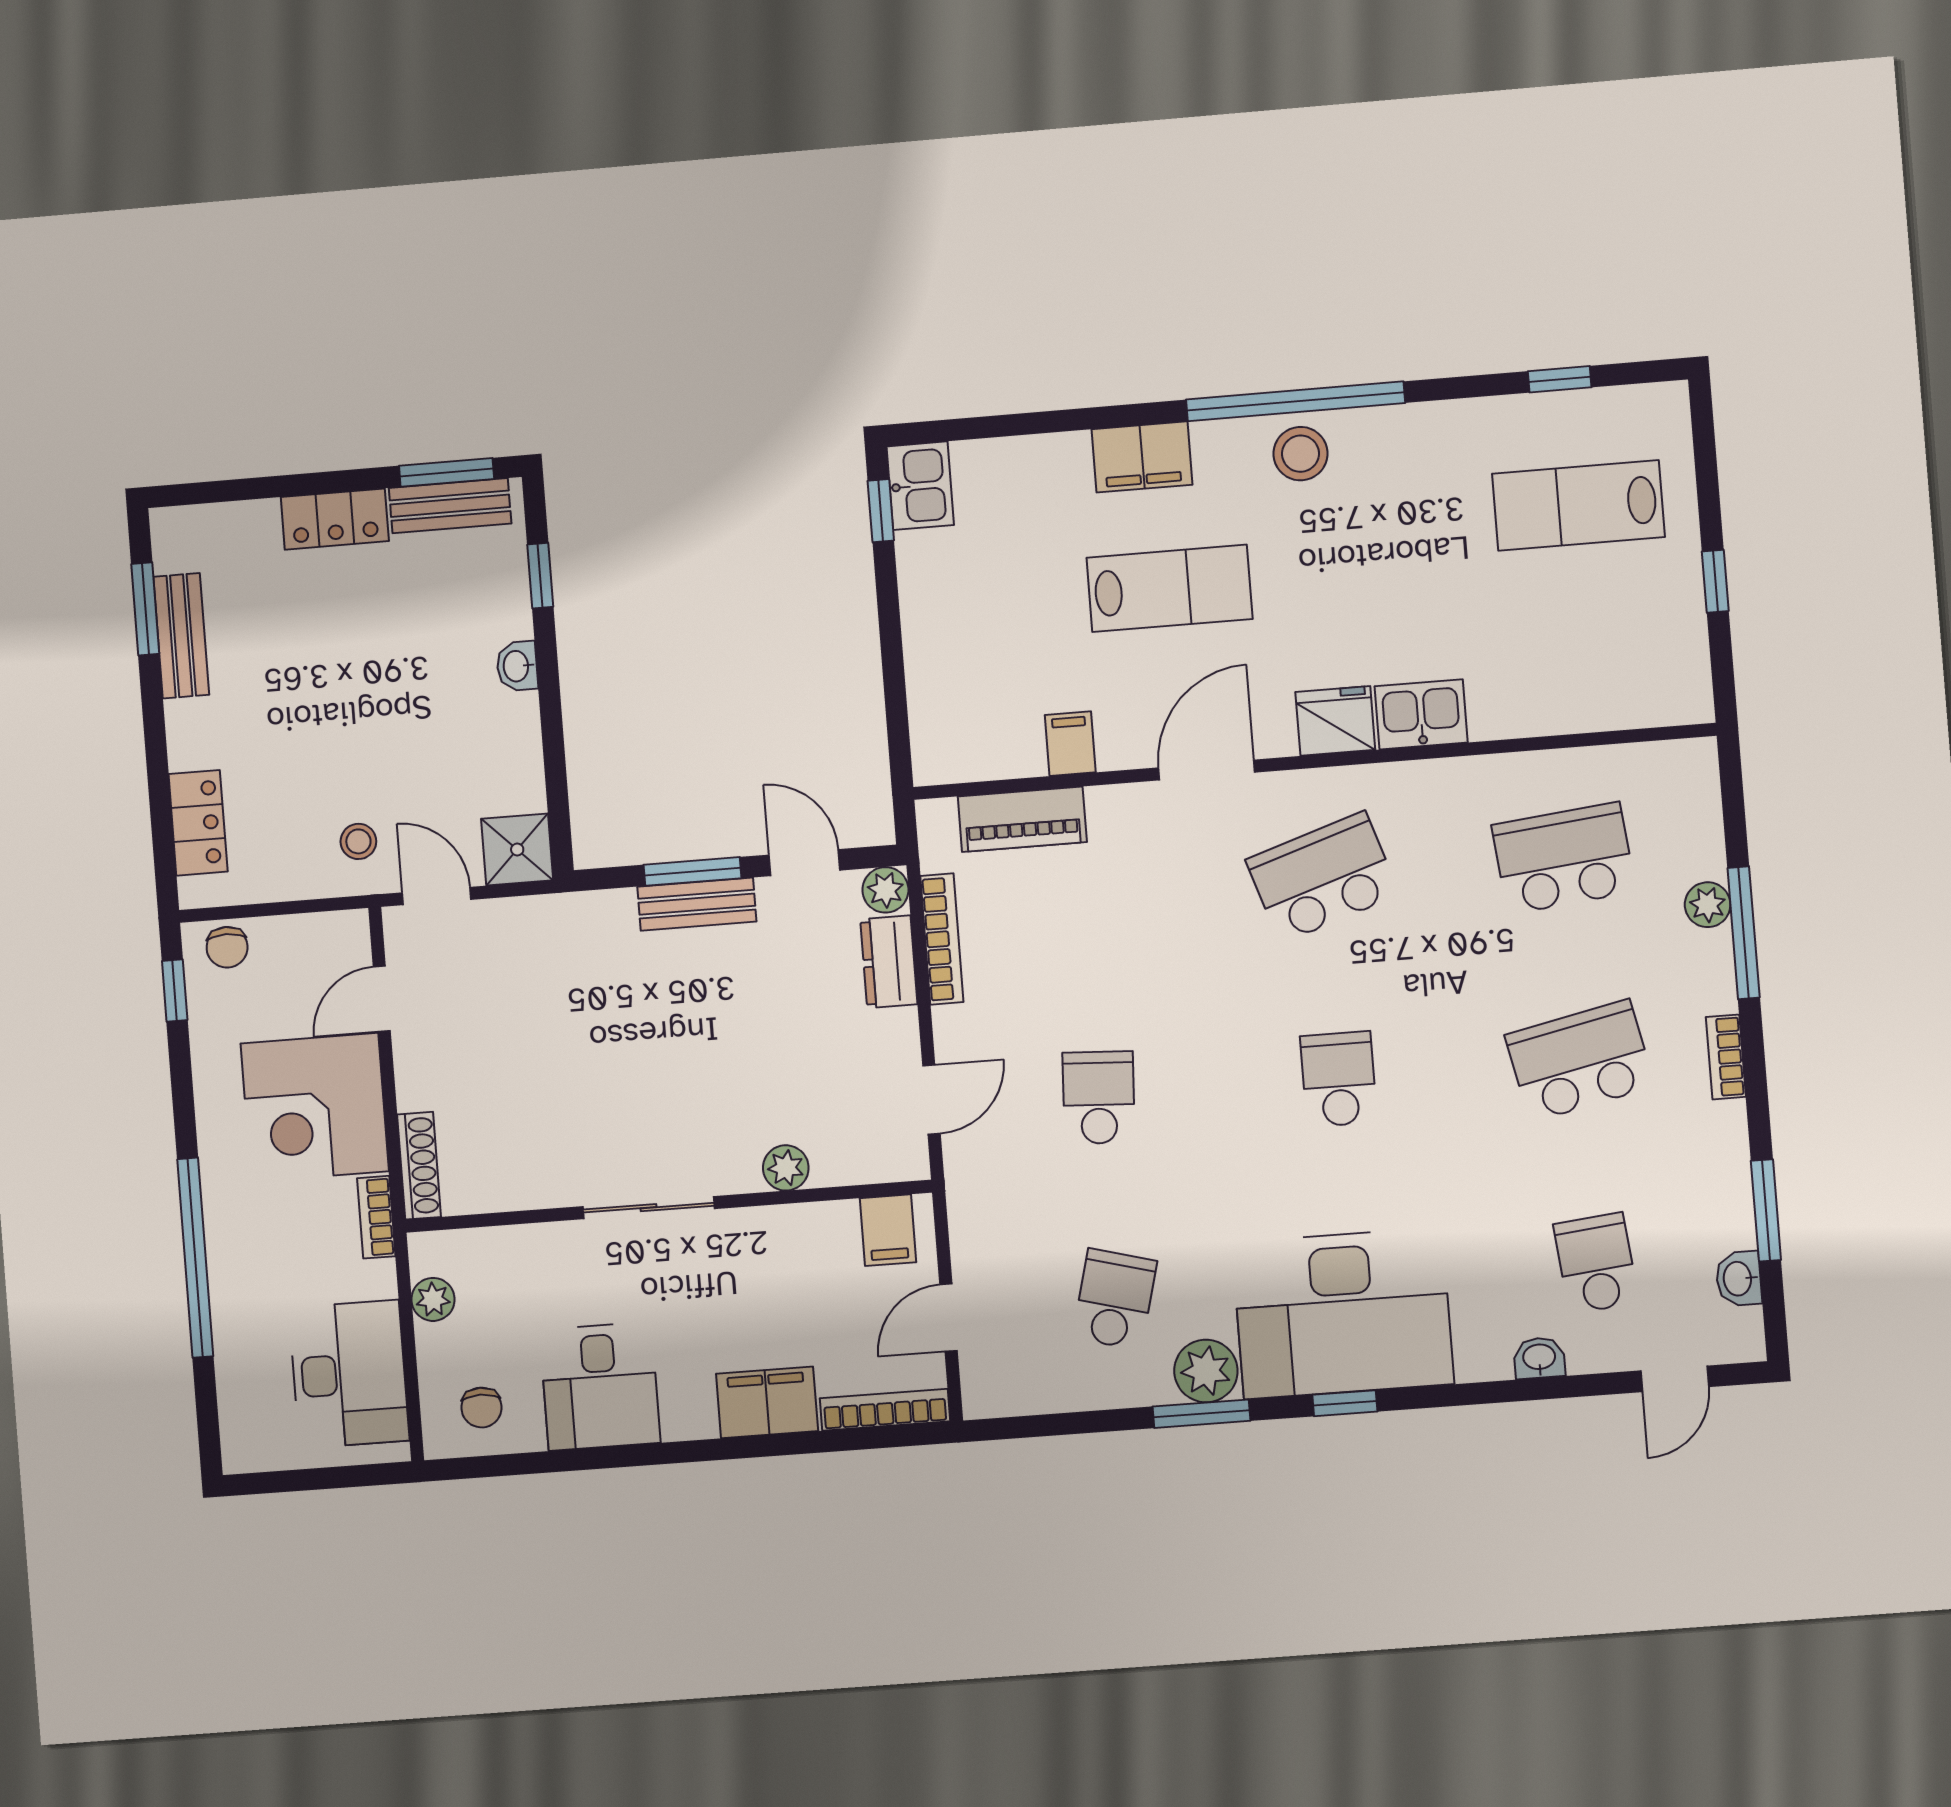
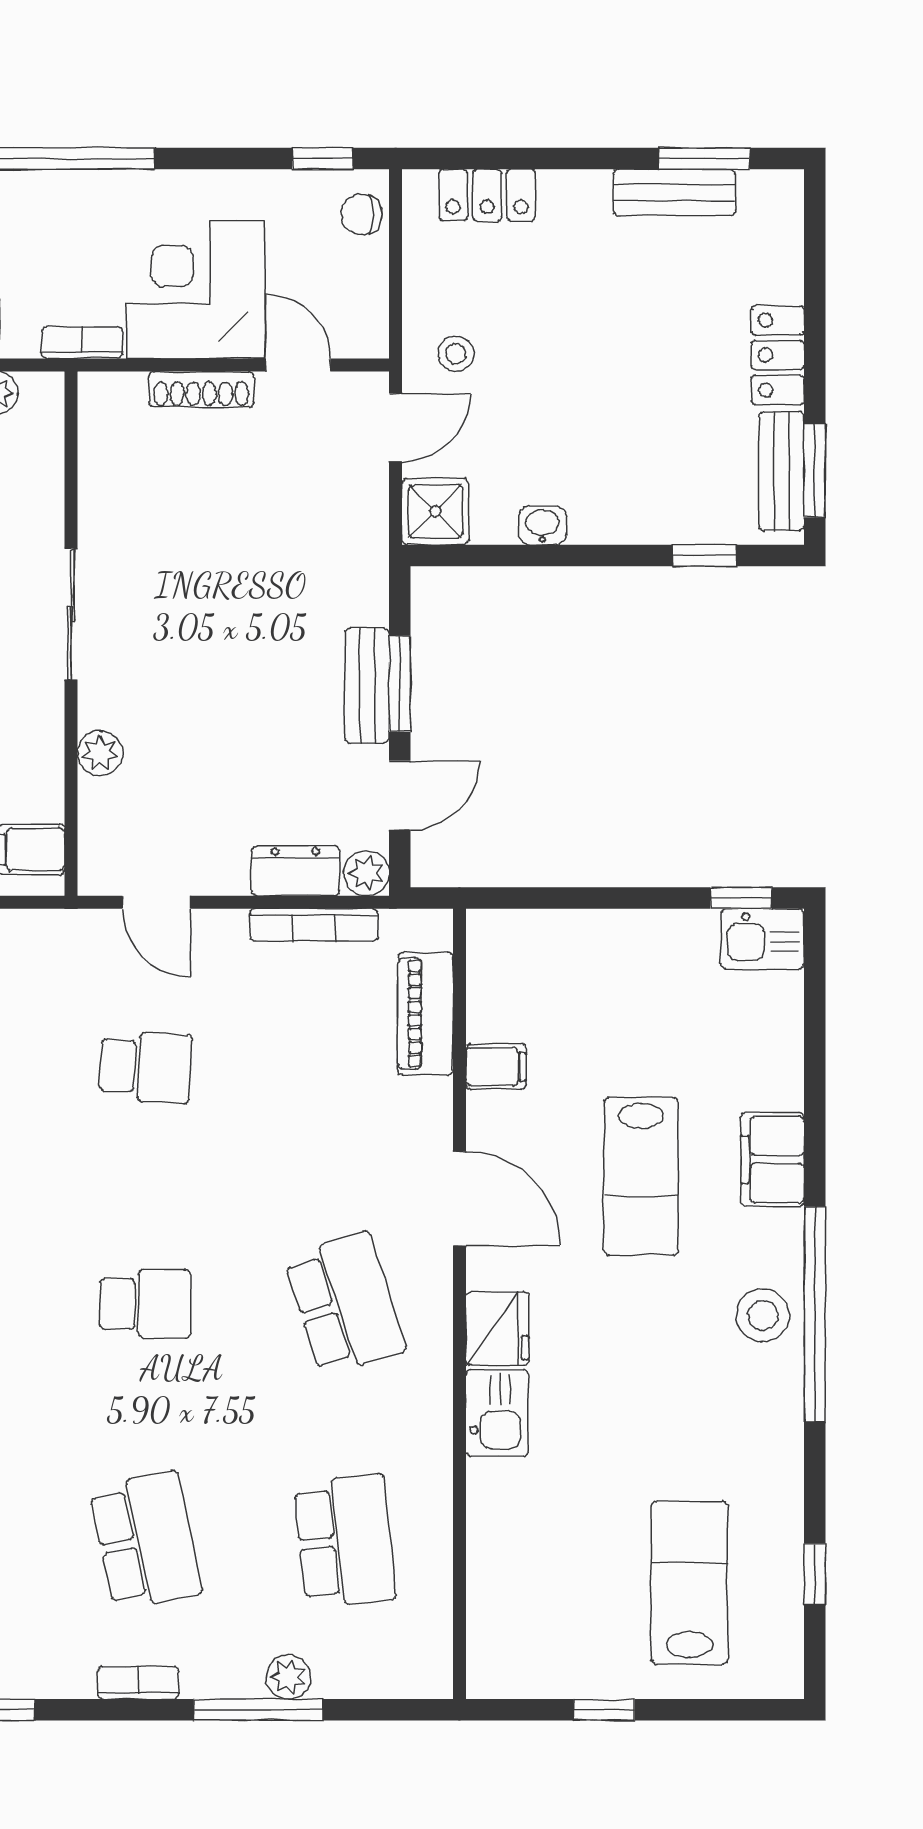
washbasin: (517, 666) -> (542, 525), moved
shoe rack: (419, 1166) -> (201, 389), moved

